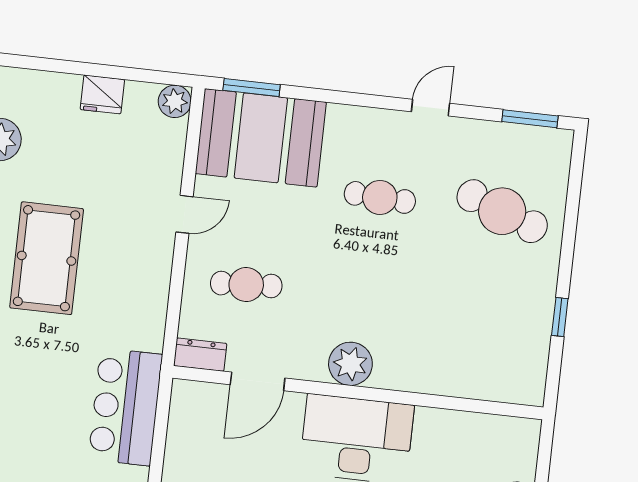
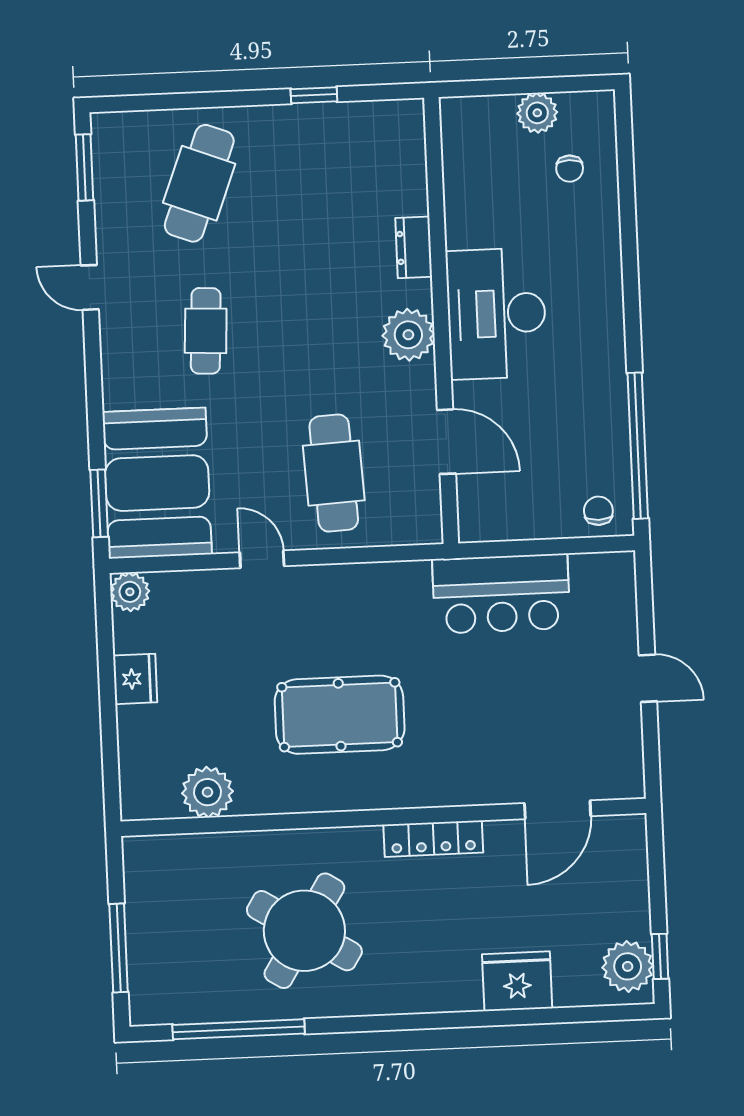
cafe table: (246, 285) -> (334, 473), width x1.37, depth x1.35
dresser: (200, 355) -> (414, 247), moved

